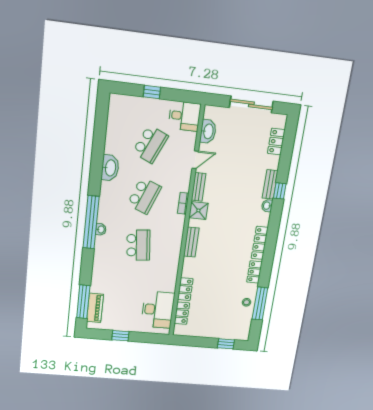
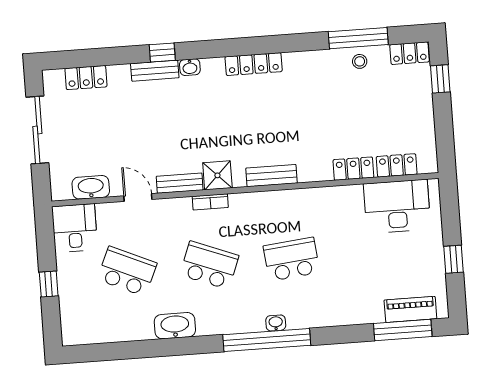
locker: (254, 272) -> (410, 53), moved

